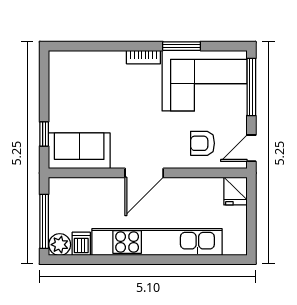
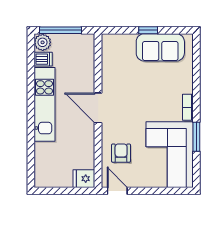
window: (251, 87) -> (165, 191), removed
window: (44, 134) -> (148, 30), moved
sofa: (79, 151) -> (160, 47), moved, turned 90
kitchen unit: (157, 242) -> (45, 104), width x0.73

